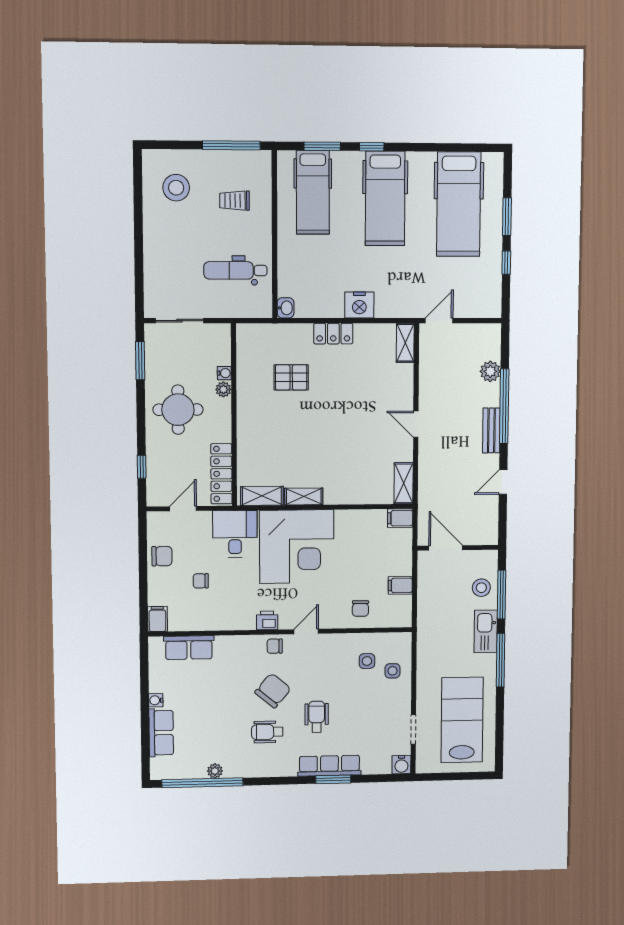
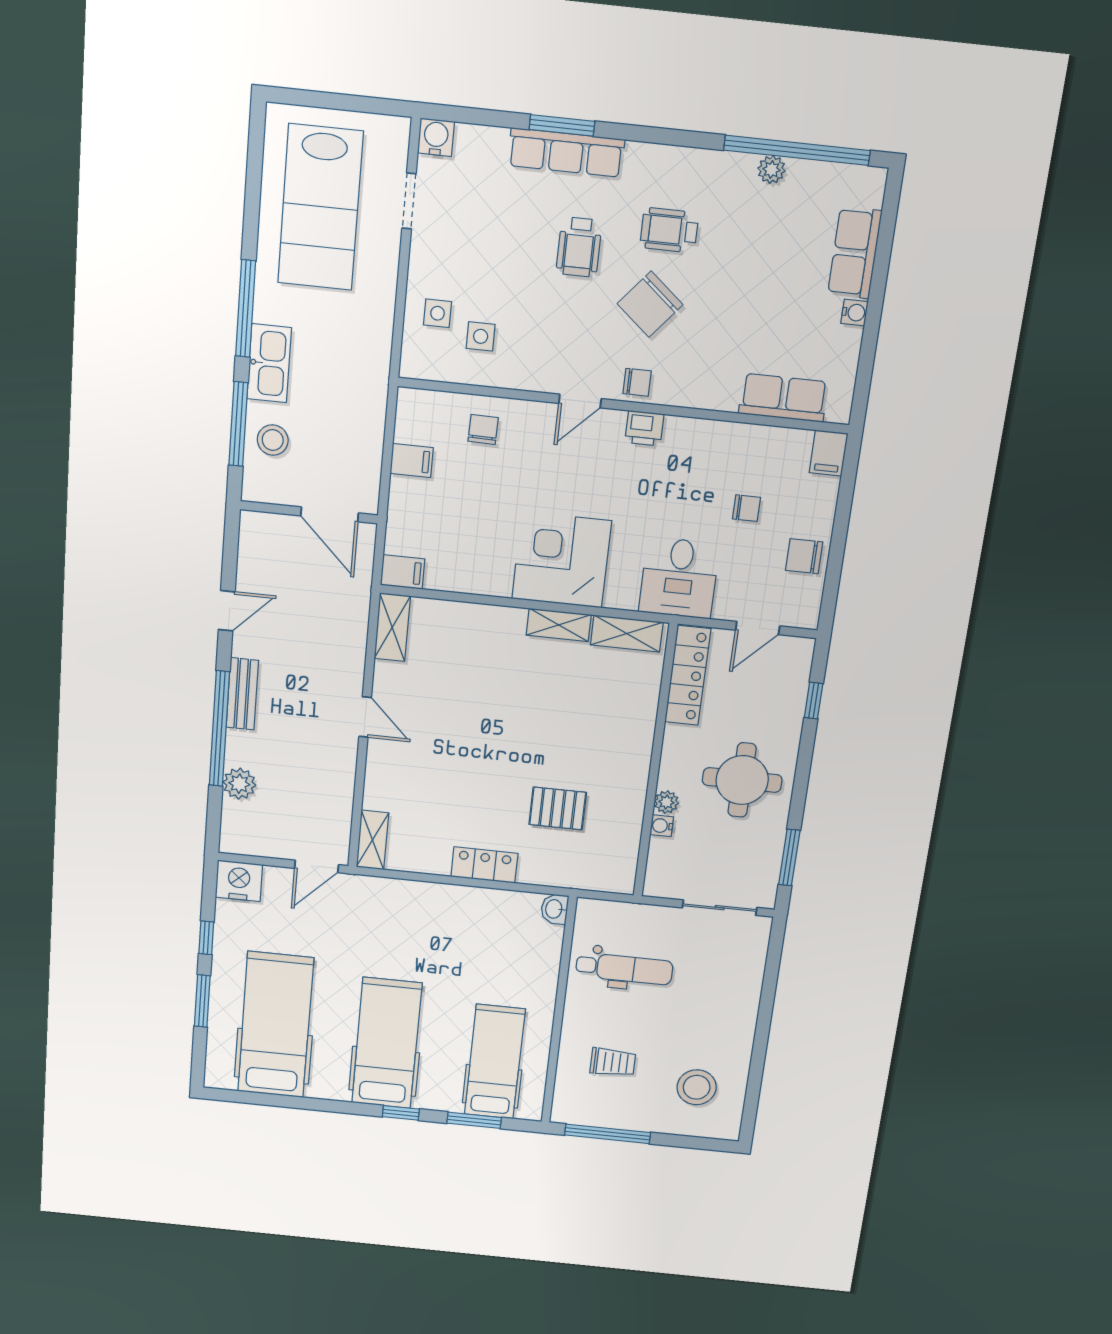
nightstand: (359, 305) -> (239, 881), moved
corner desk: (297, 547) -> (562, 560), width x0.74, depth x0.74
wheelchair: (267, 732) -> (669, 230), turned 180

